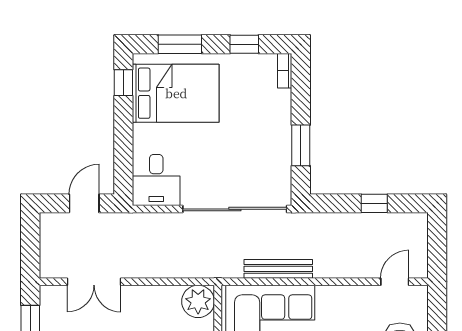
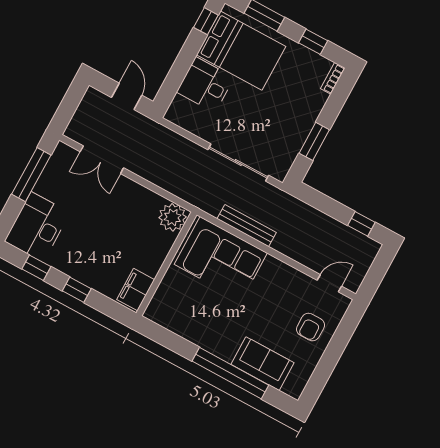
desk: (156, 180) -> (205, 85), moved, turned 90
door: (84, 203) -> (127, 96), hinge flipped
window: (374, 203) -> (361, 224), moved
sliding door: (235, 209) -> (238, 163), width x0.73

